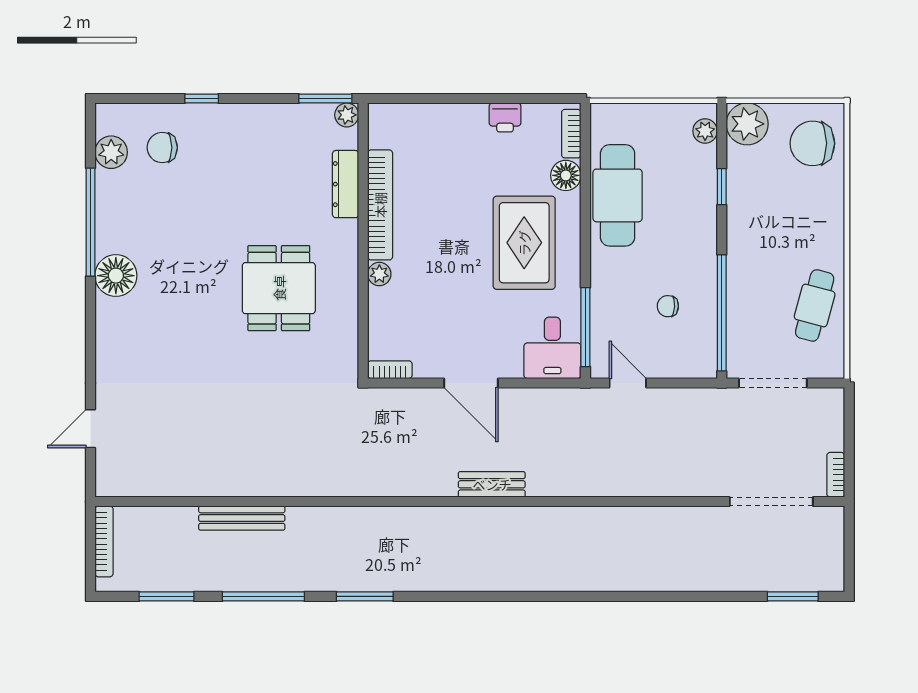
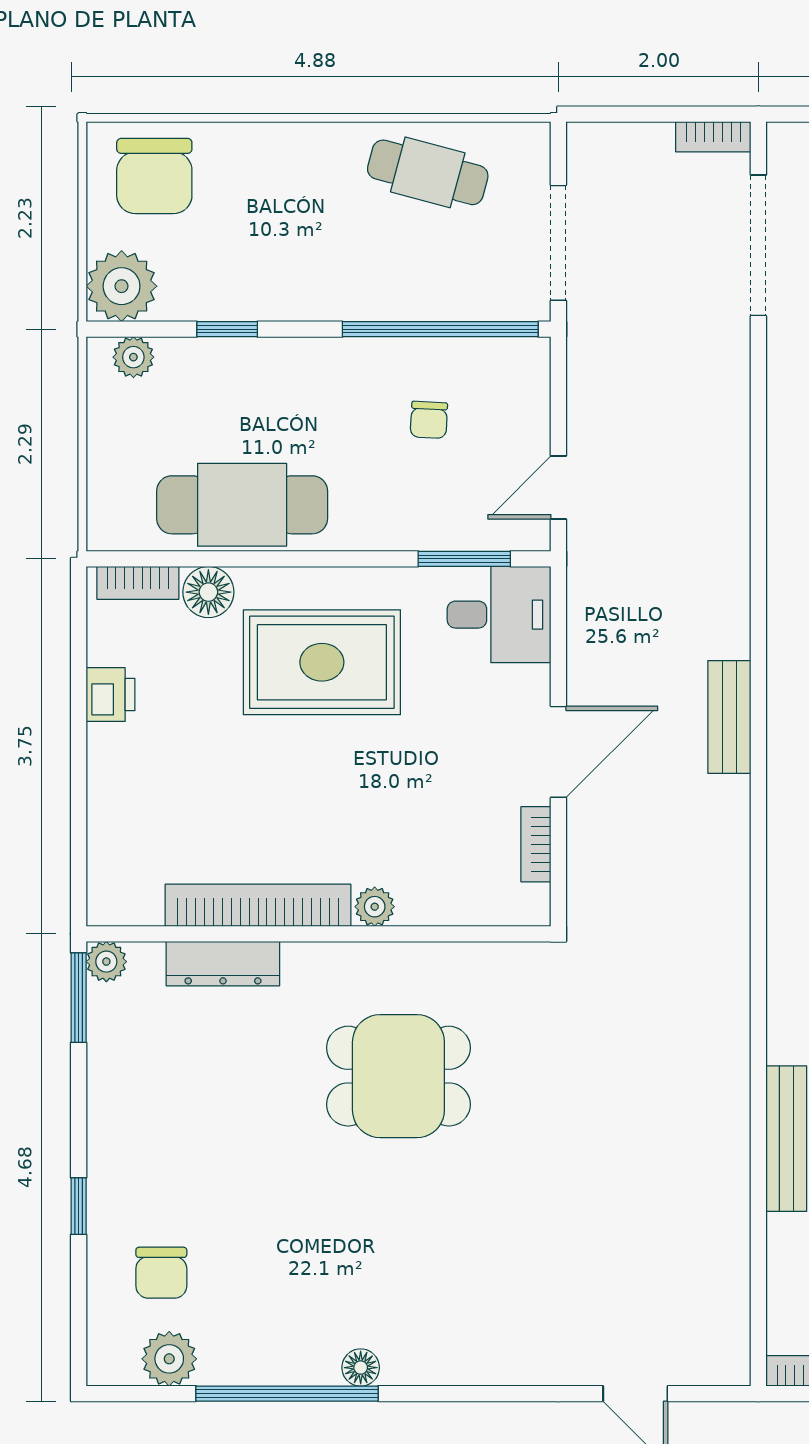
floor lamp: (116, 276) -> (361, 1368), width x0.53, depth x0.53
window: (585, 327) -> (464, 559), width x0.69
bookcase: (390, 370) -> (536, 844), moved

